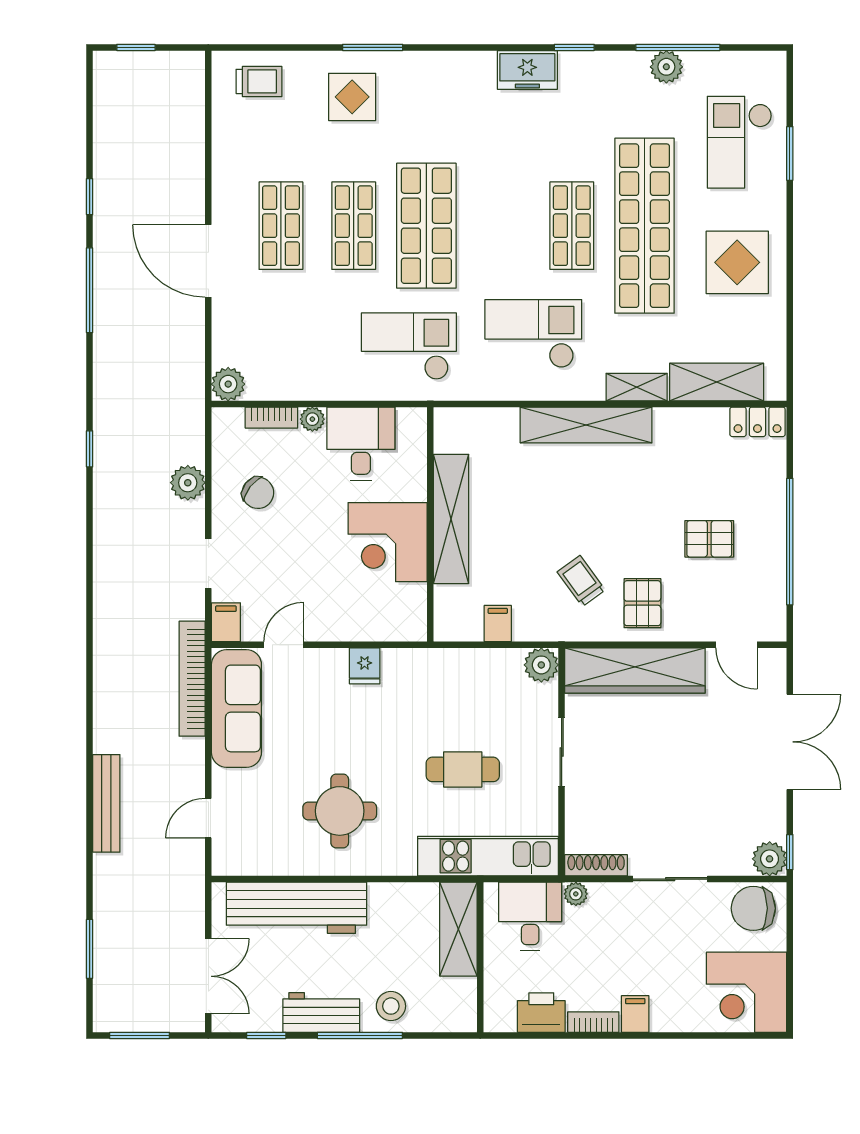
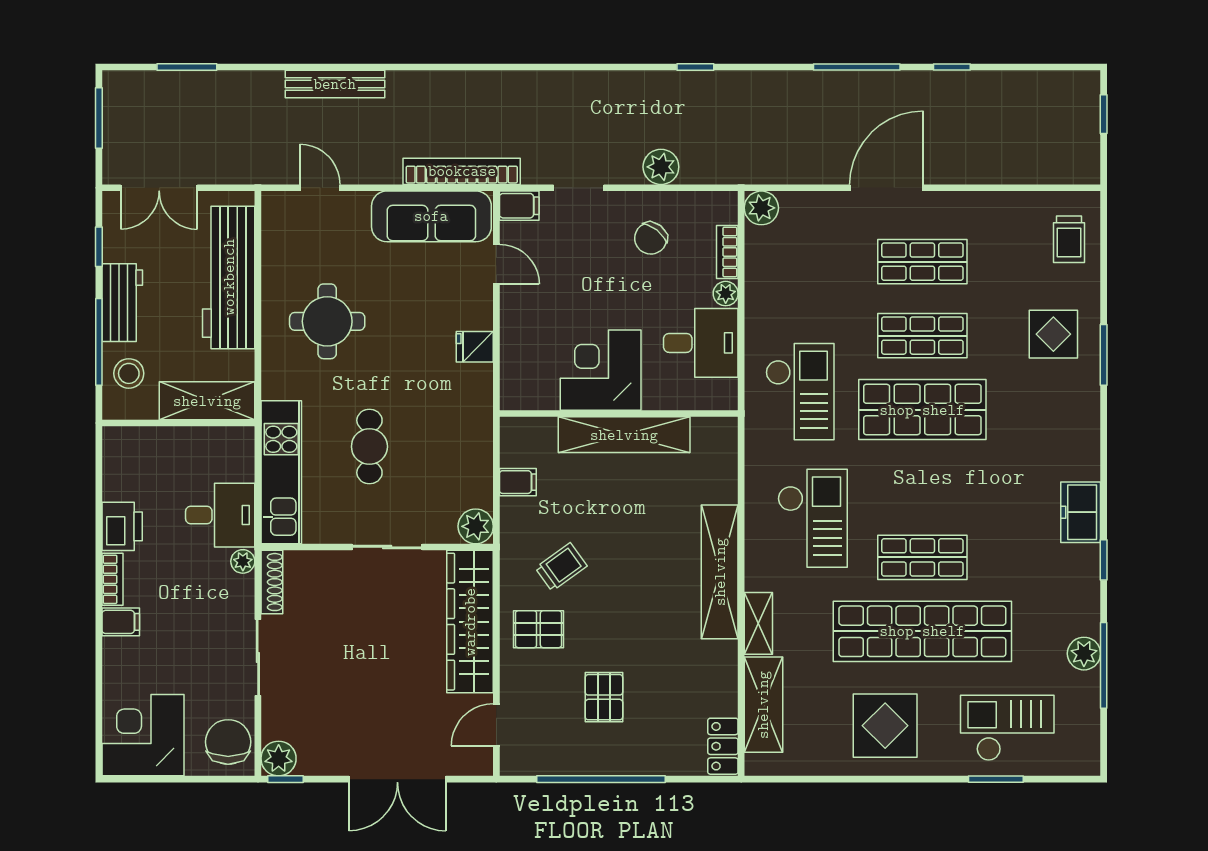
shelving: (458, 929) -> (207, 401), moved
wall: (480, 957) -> (178, 423), moved

